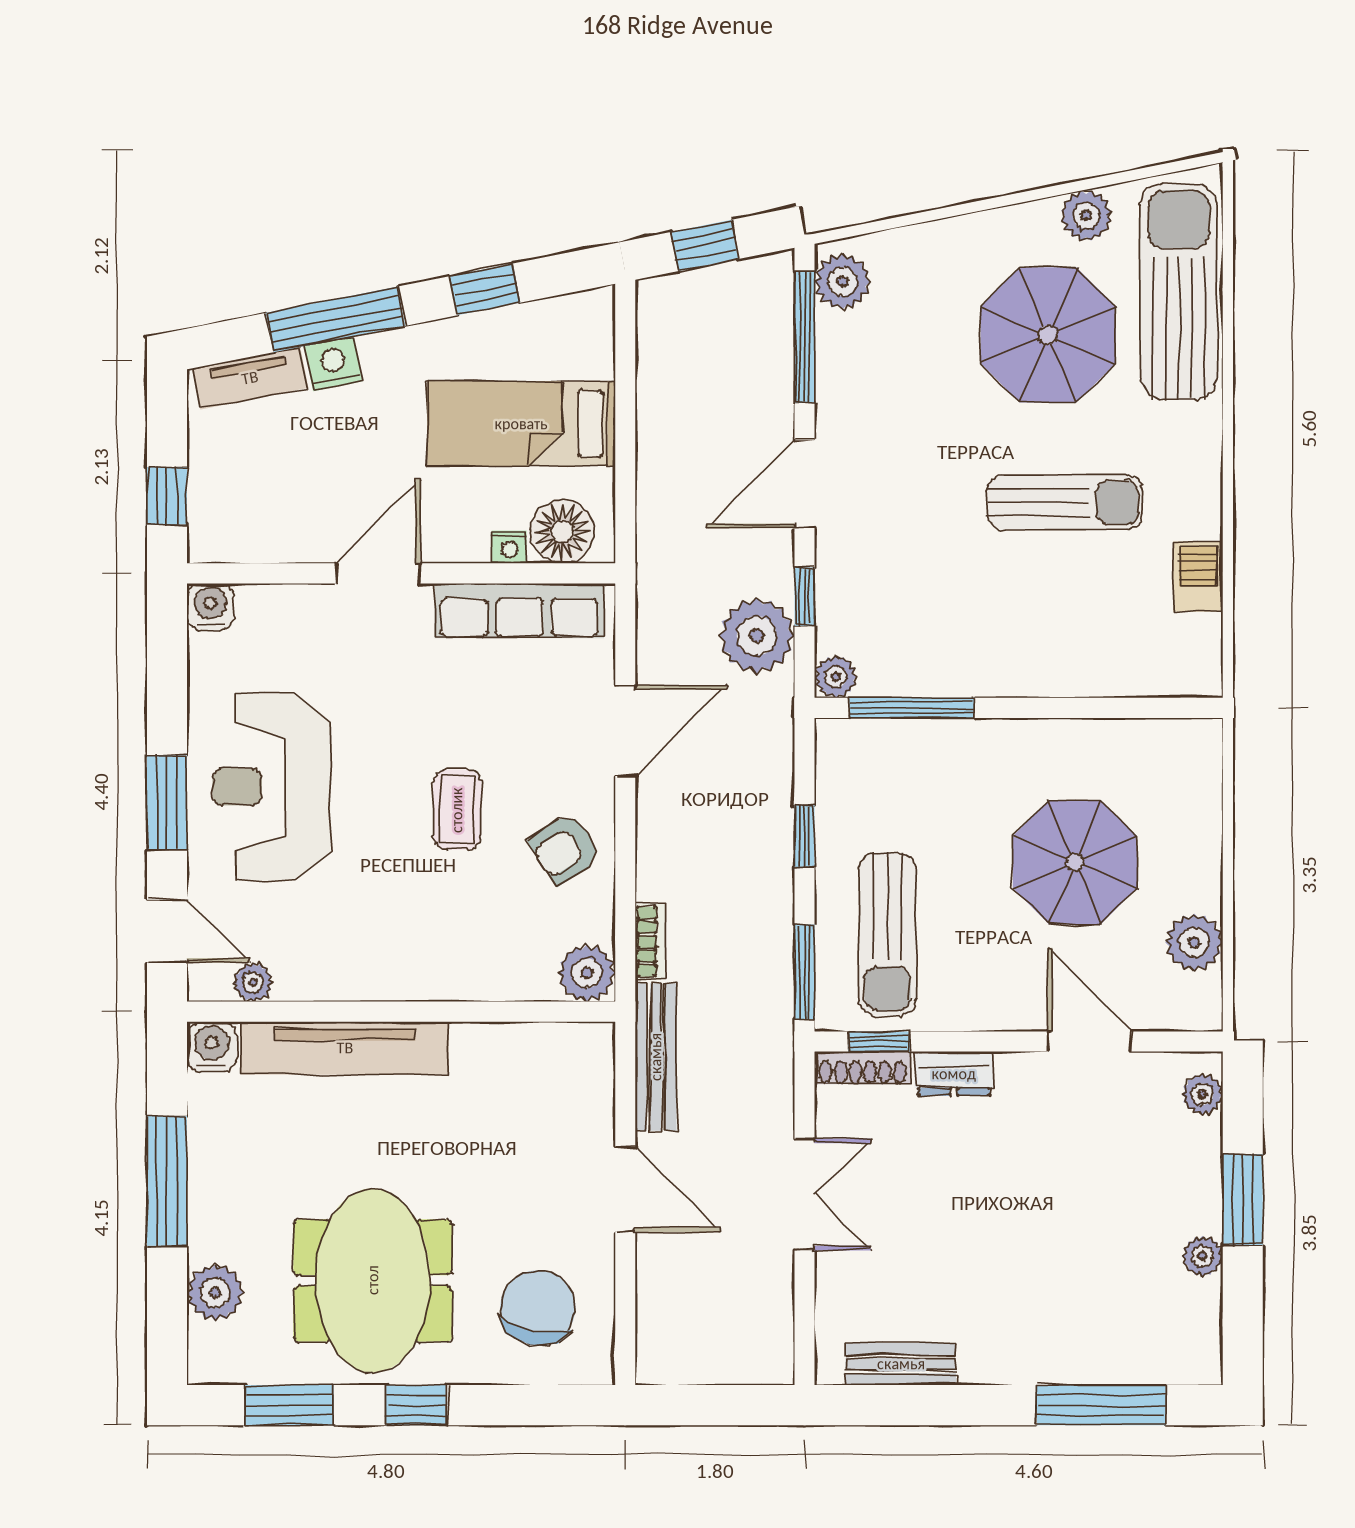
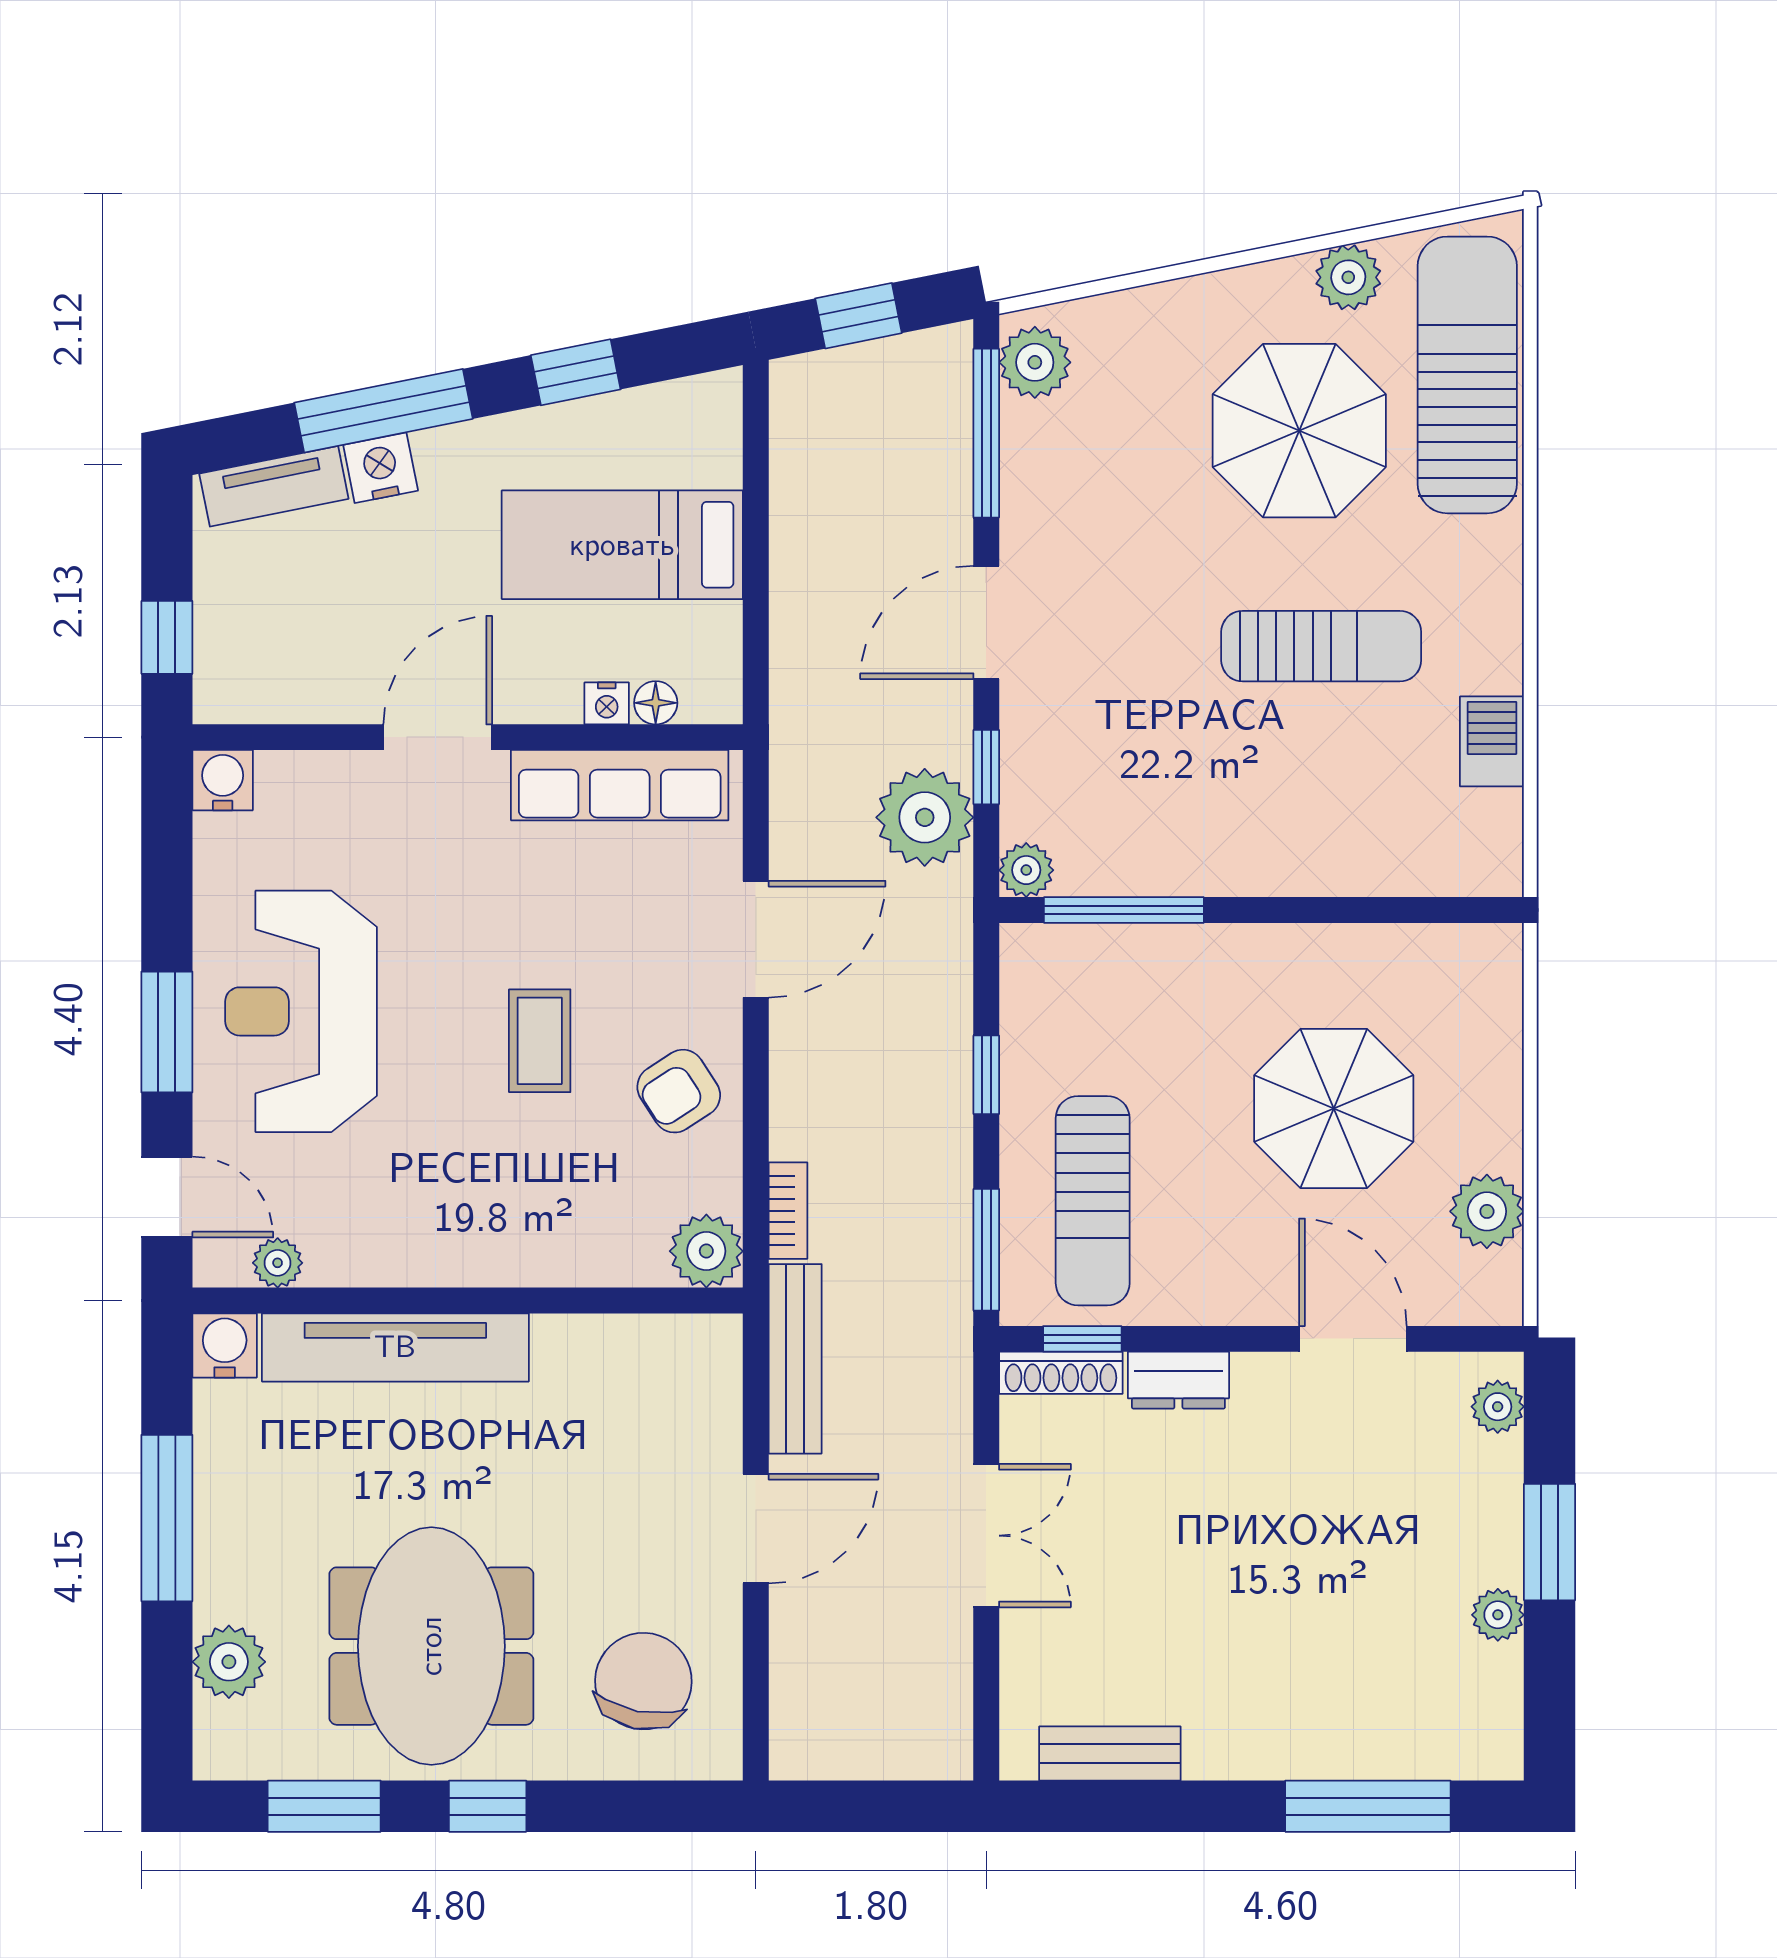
floor lamp: (562, 532) -> (656, 703), width x0.53, depth x0.53
door: (625, 1189) -> (756, 1529), hinge flipped

